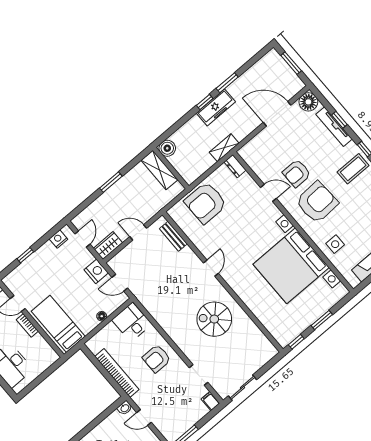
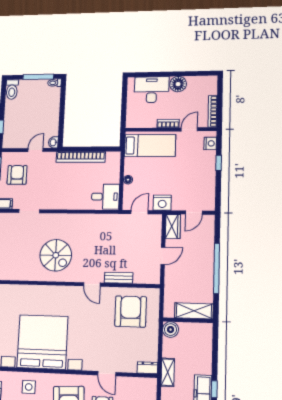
boiler: (167, 148) -> (171, 330), moved
window: (111, 182) -> (217, 268), width x2.11
door: (268, 193) -> (107, 374), hinge flipped
armchair: (206, 203) -> (131, 311), moved
bench: (173, 236) -> (119, 278), moved
nightstand: (58, 239) -> (210, 143), moved
door: (82, 239) -> (194, 213), hinge flipped
spiral stairs: (214, 319) -> (56, 255), turned 90
armchair: (157, 359) -> (17, 175), moved

